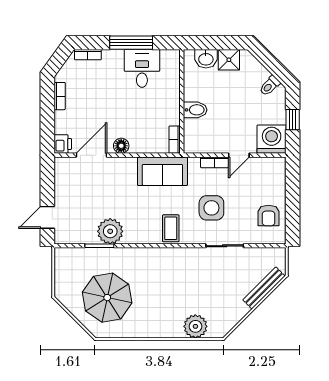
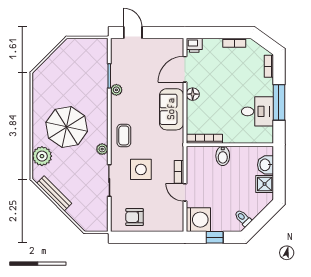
bookcase: (175, 140) -> (204, 139), width x1.56
door: (91, 155) -> (185, 69), swing flipped
sofa: (162, 171) -> (172, 109), moved
coffee table: (171, 228) -> (124, 135), turned 90
plant: (110, 231) -> (116, 90), width x0.53, depth x0.53
plant: (187, 254) -> (102, 149), added
bench: (264, 288) -> (54, 193), moved
parasol: (107, 298) -> (67, 127), moved

